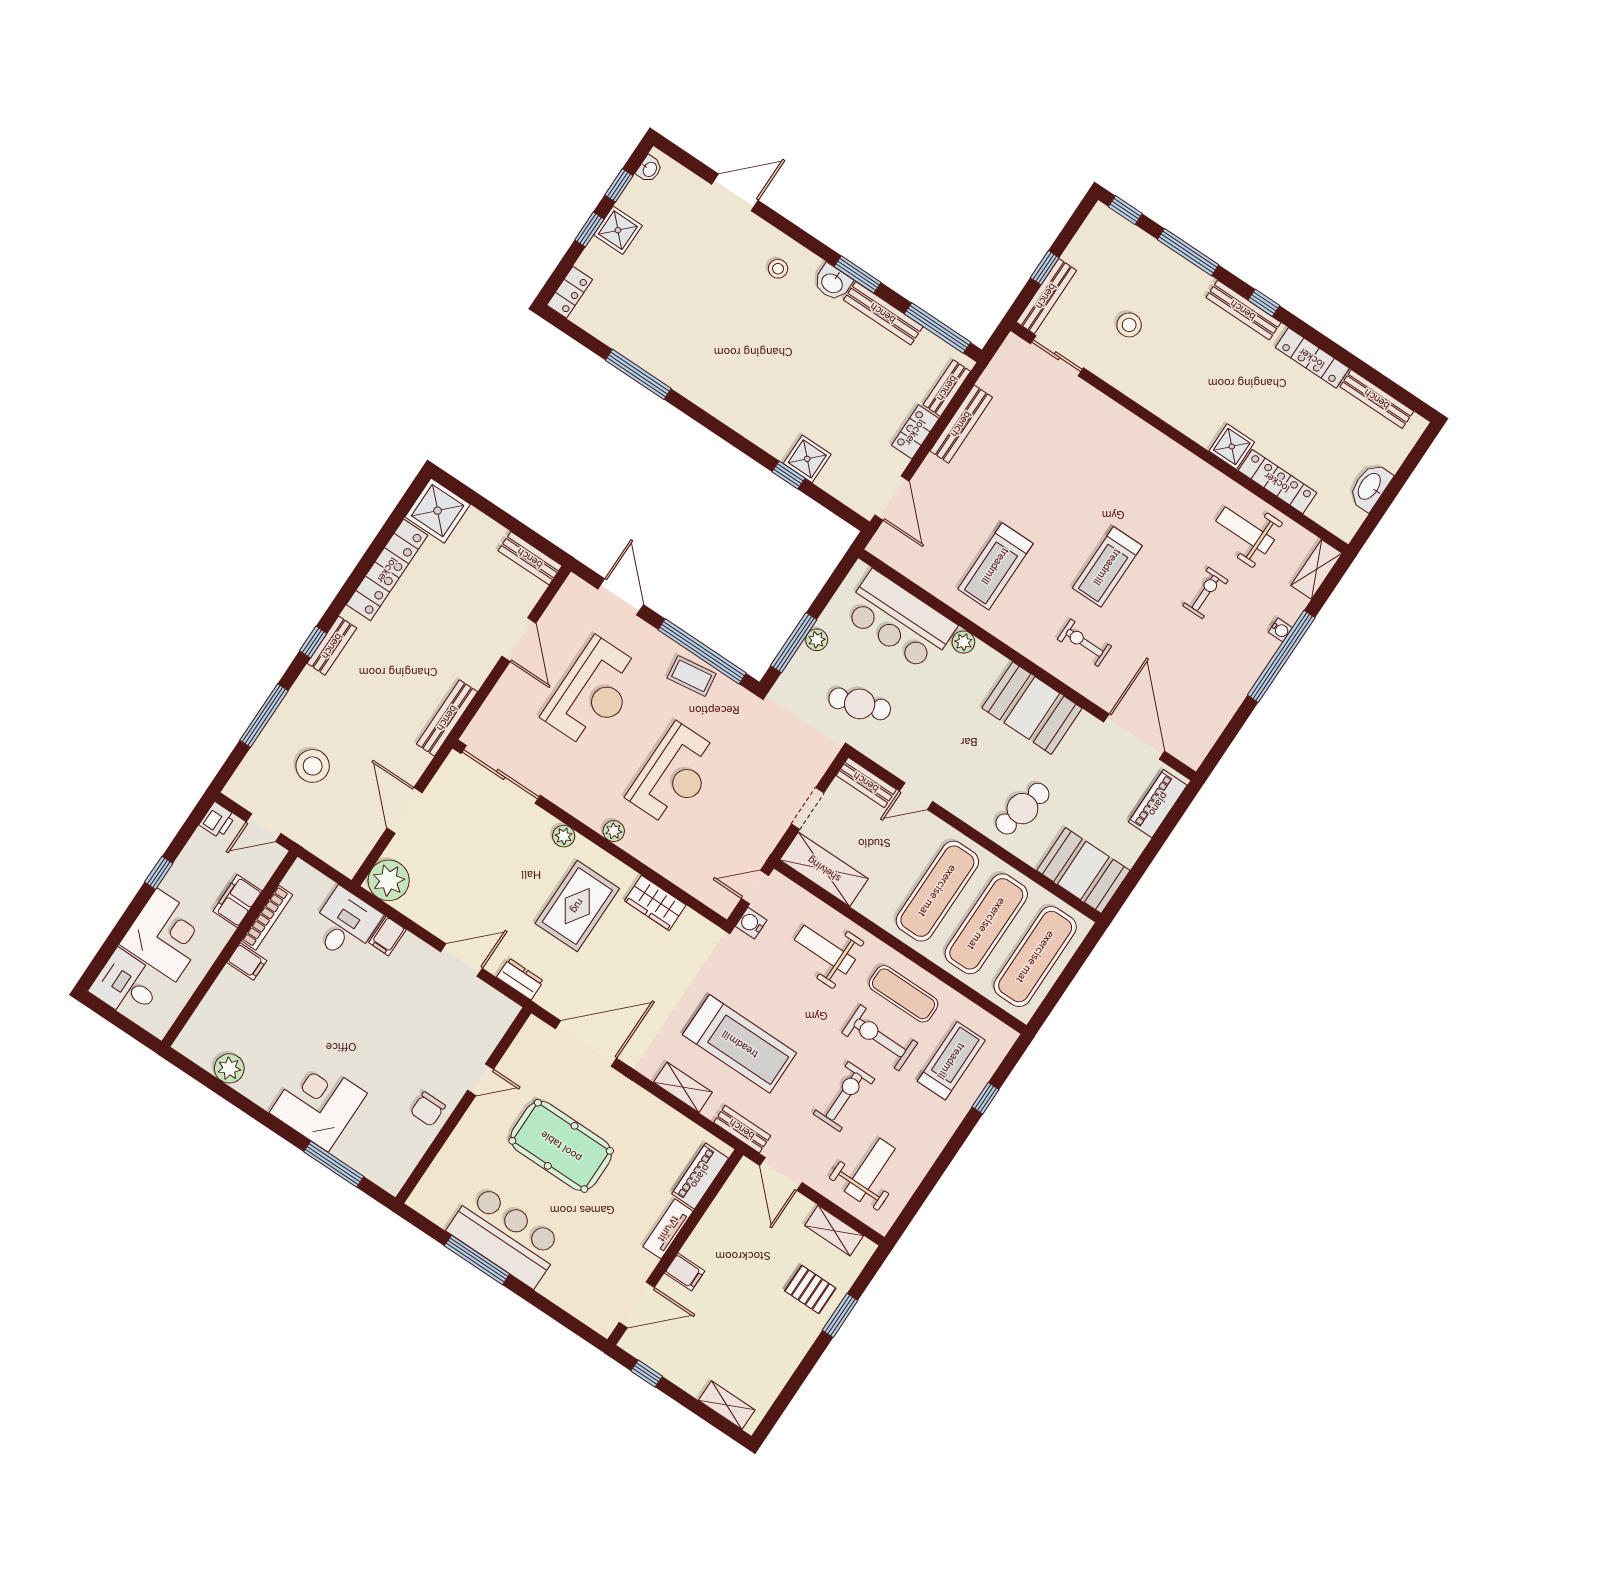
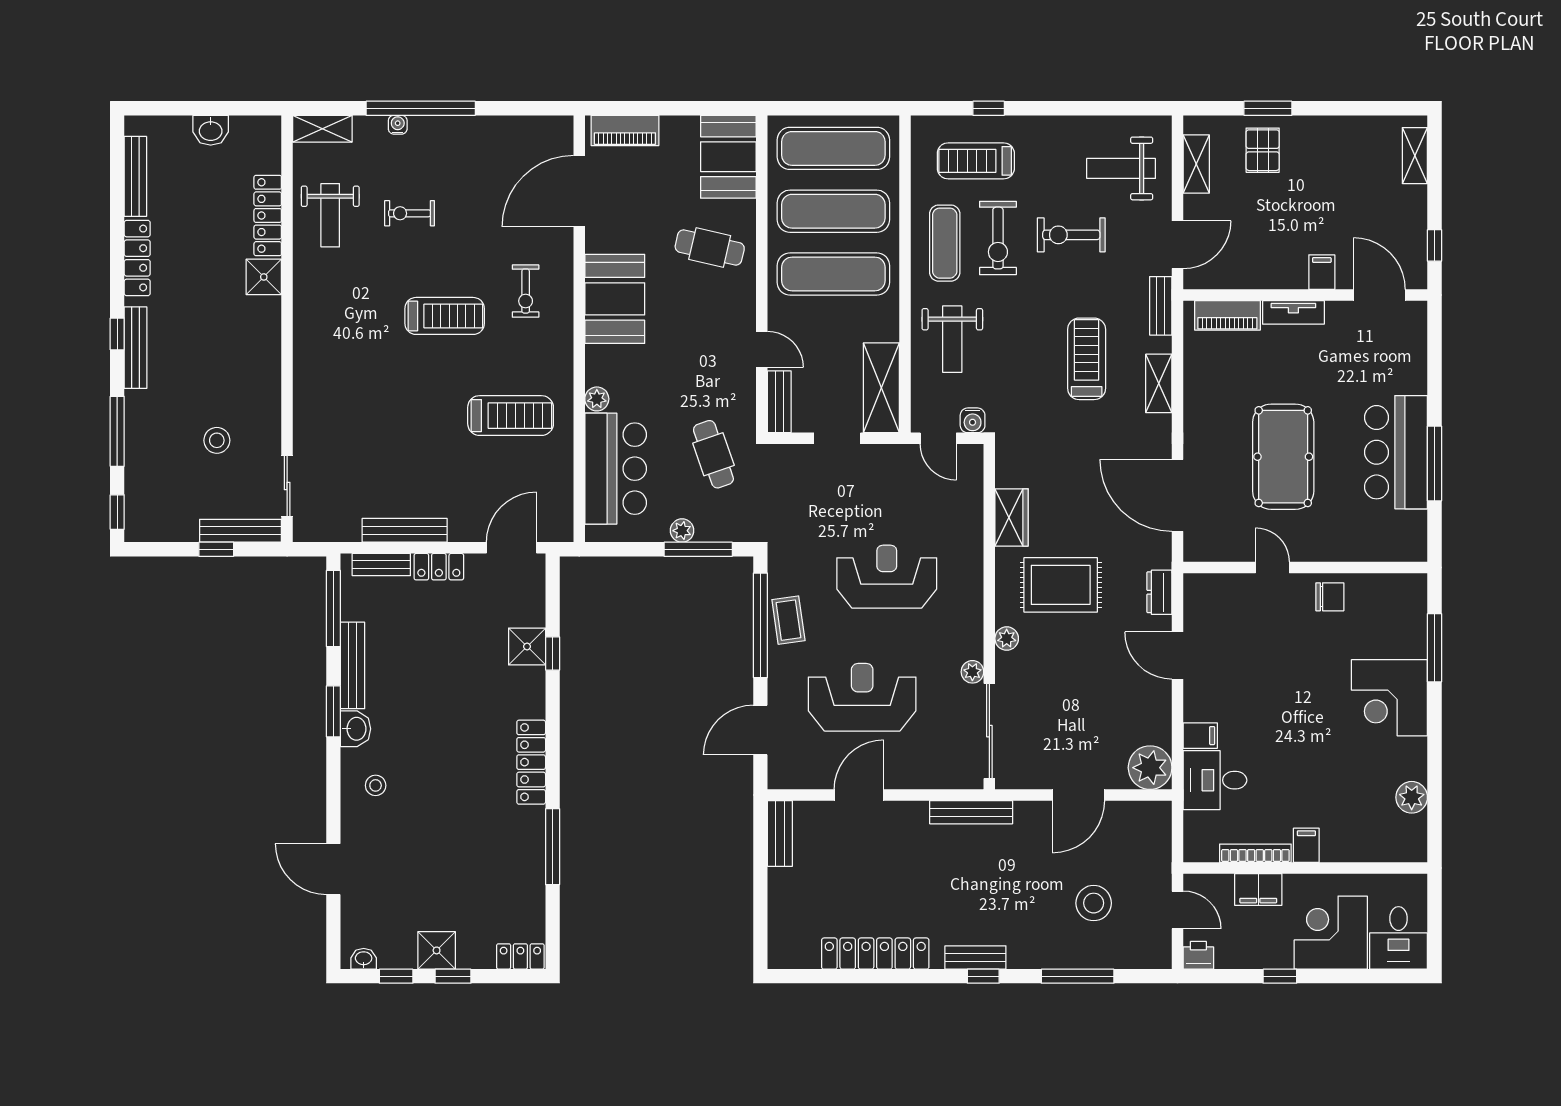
locker: (715, 402) -> (531, 762), added
washbasin: (1370, 487) -> (211, 130), width x0.72
shower: (438, 511) -> (793, 944), removed
plant: (614, 831) -> (972, 672), moved
treadmill: (740, 1044) -> (1087, 359), width x0.73, depth x0.73

